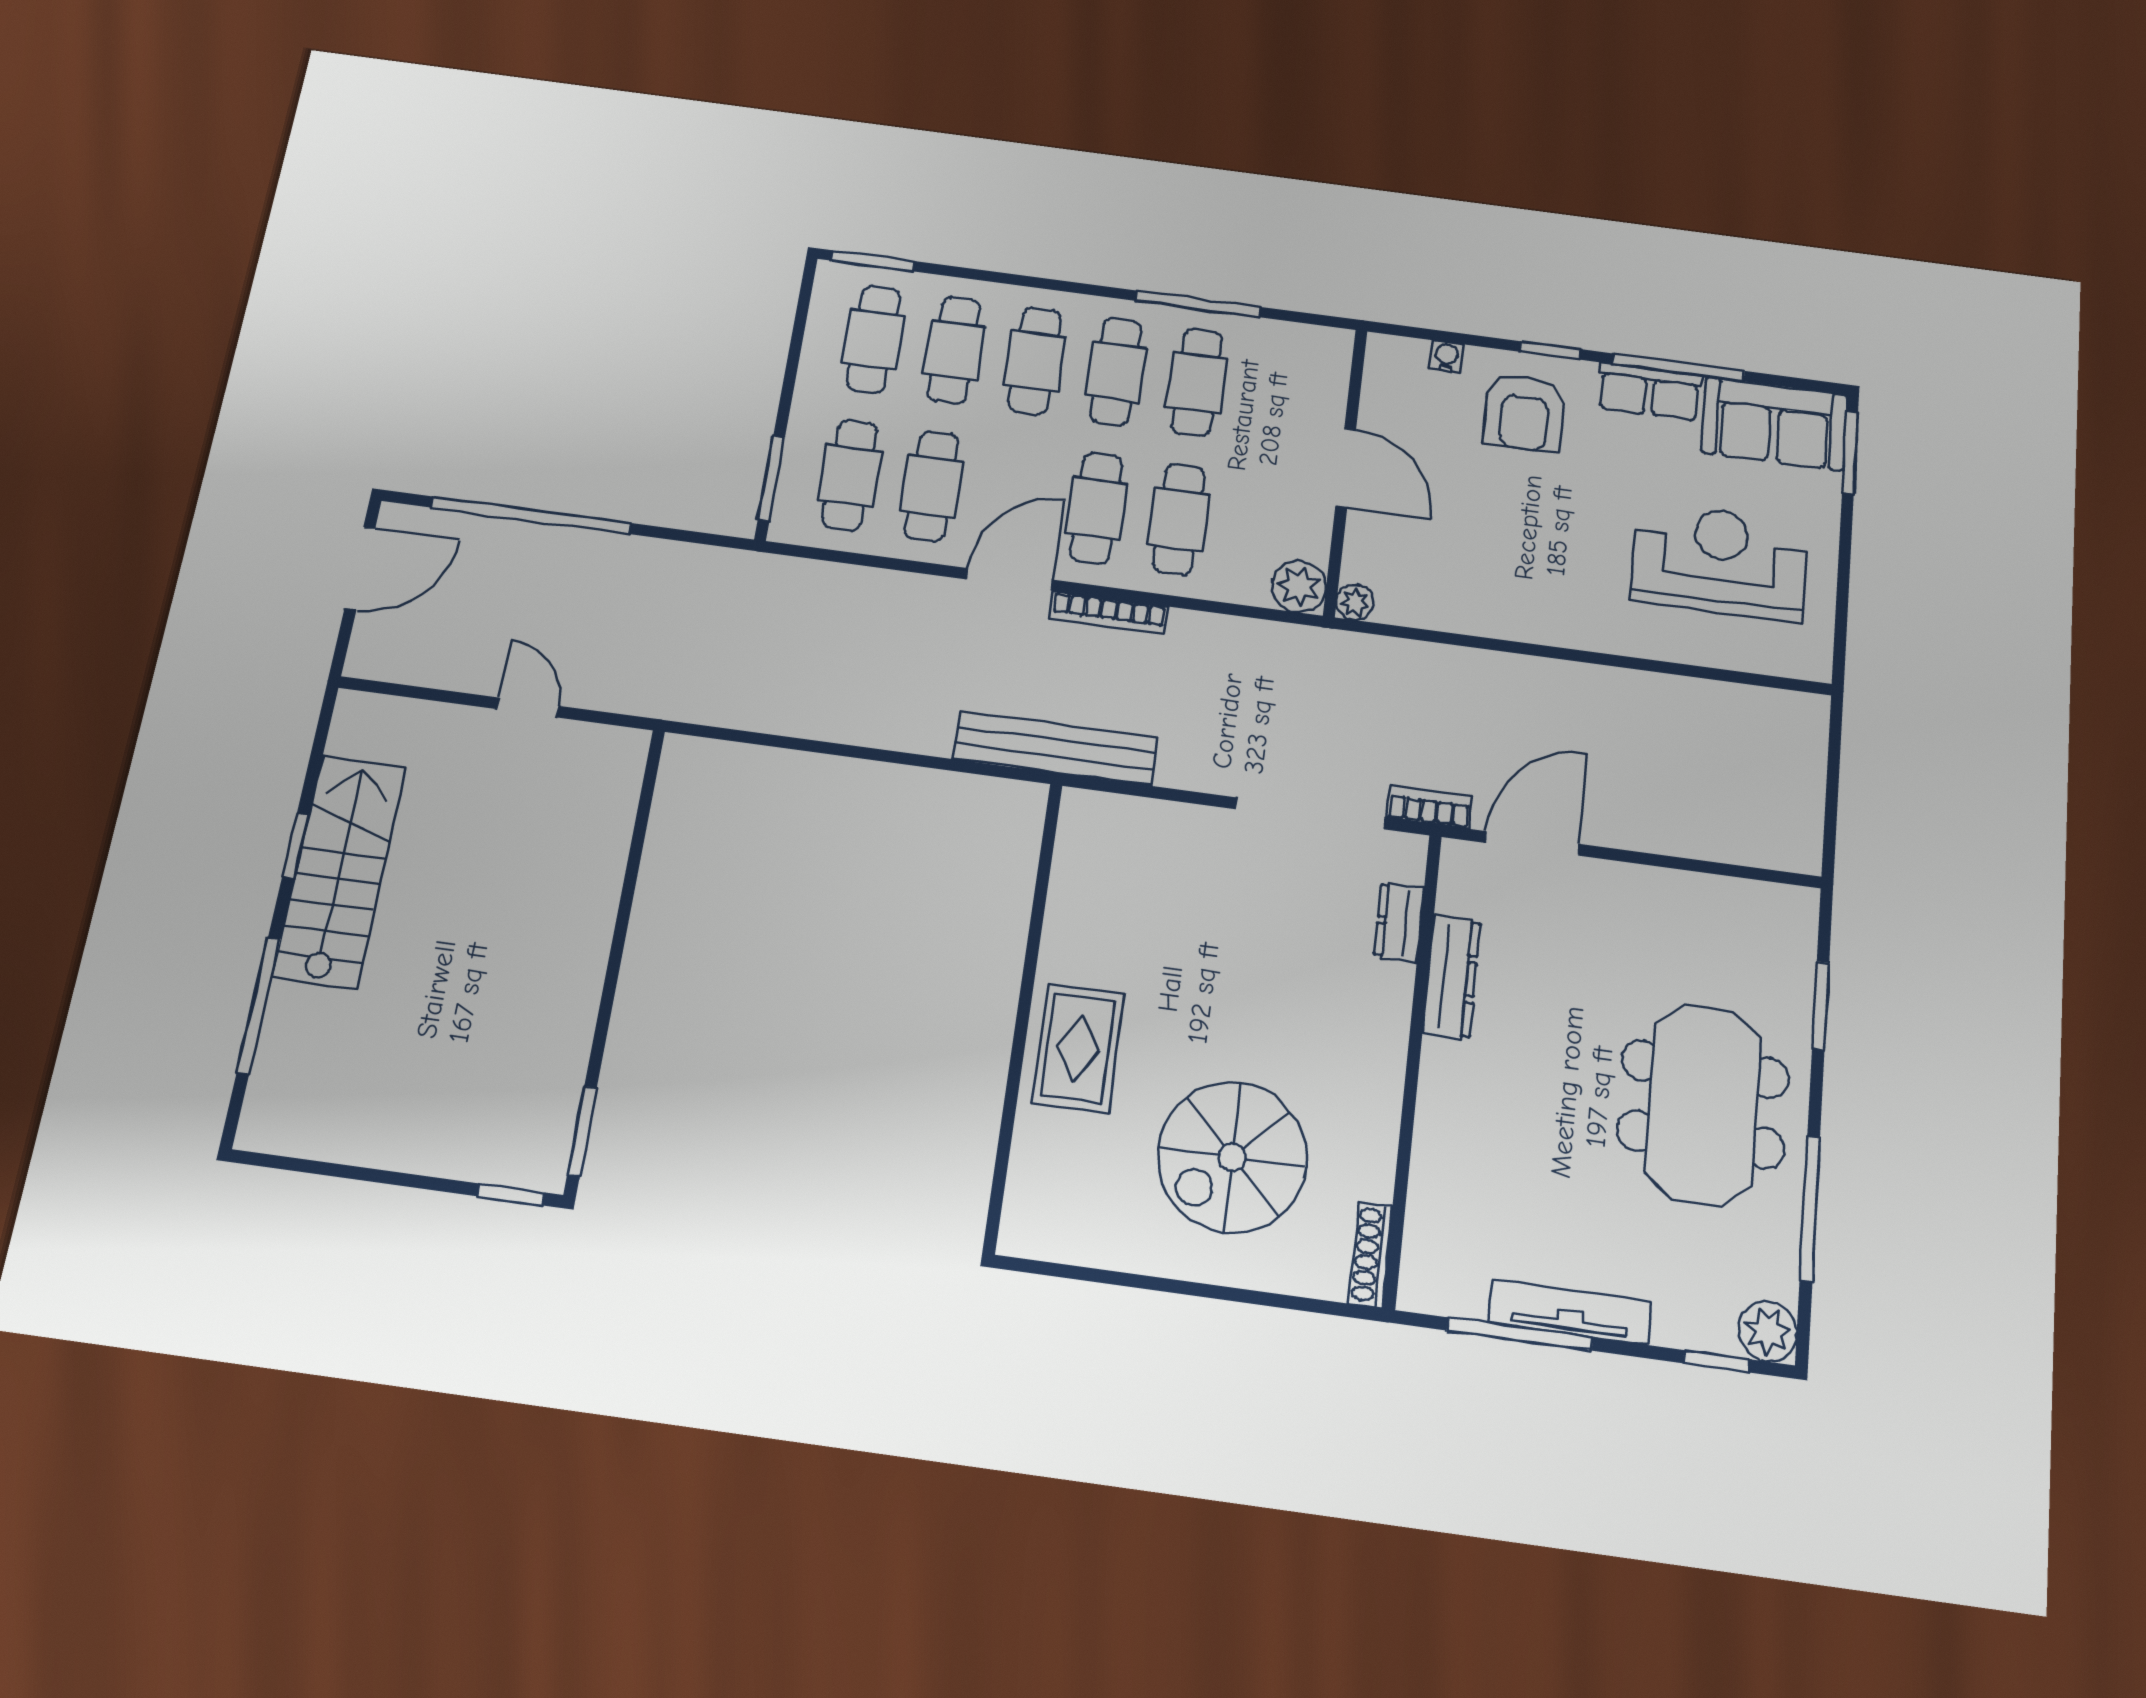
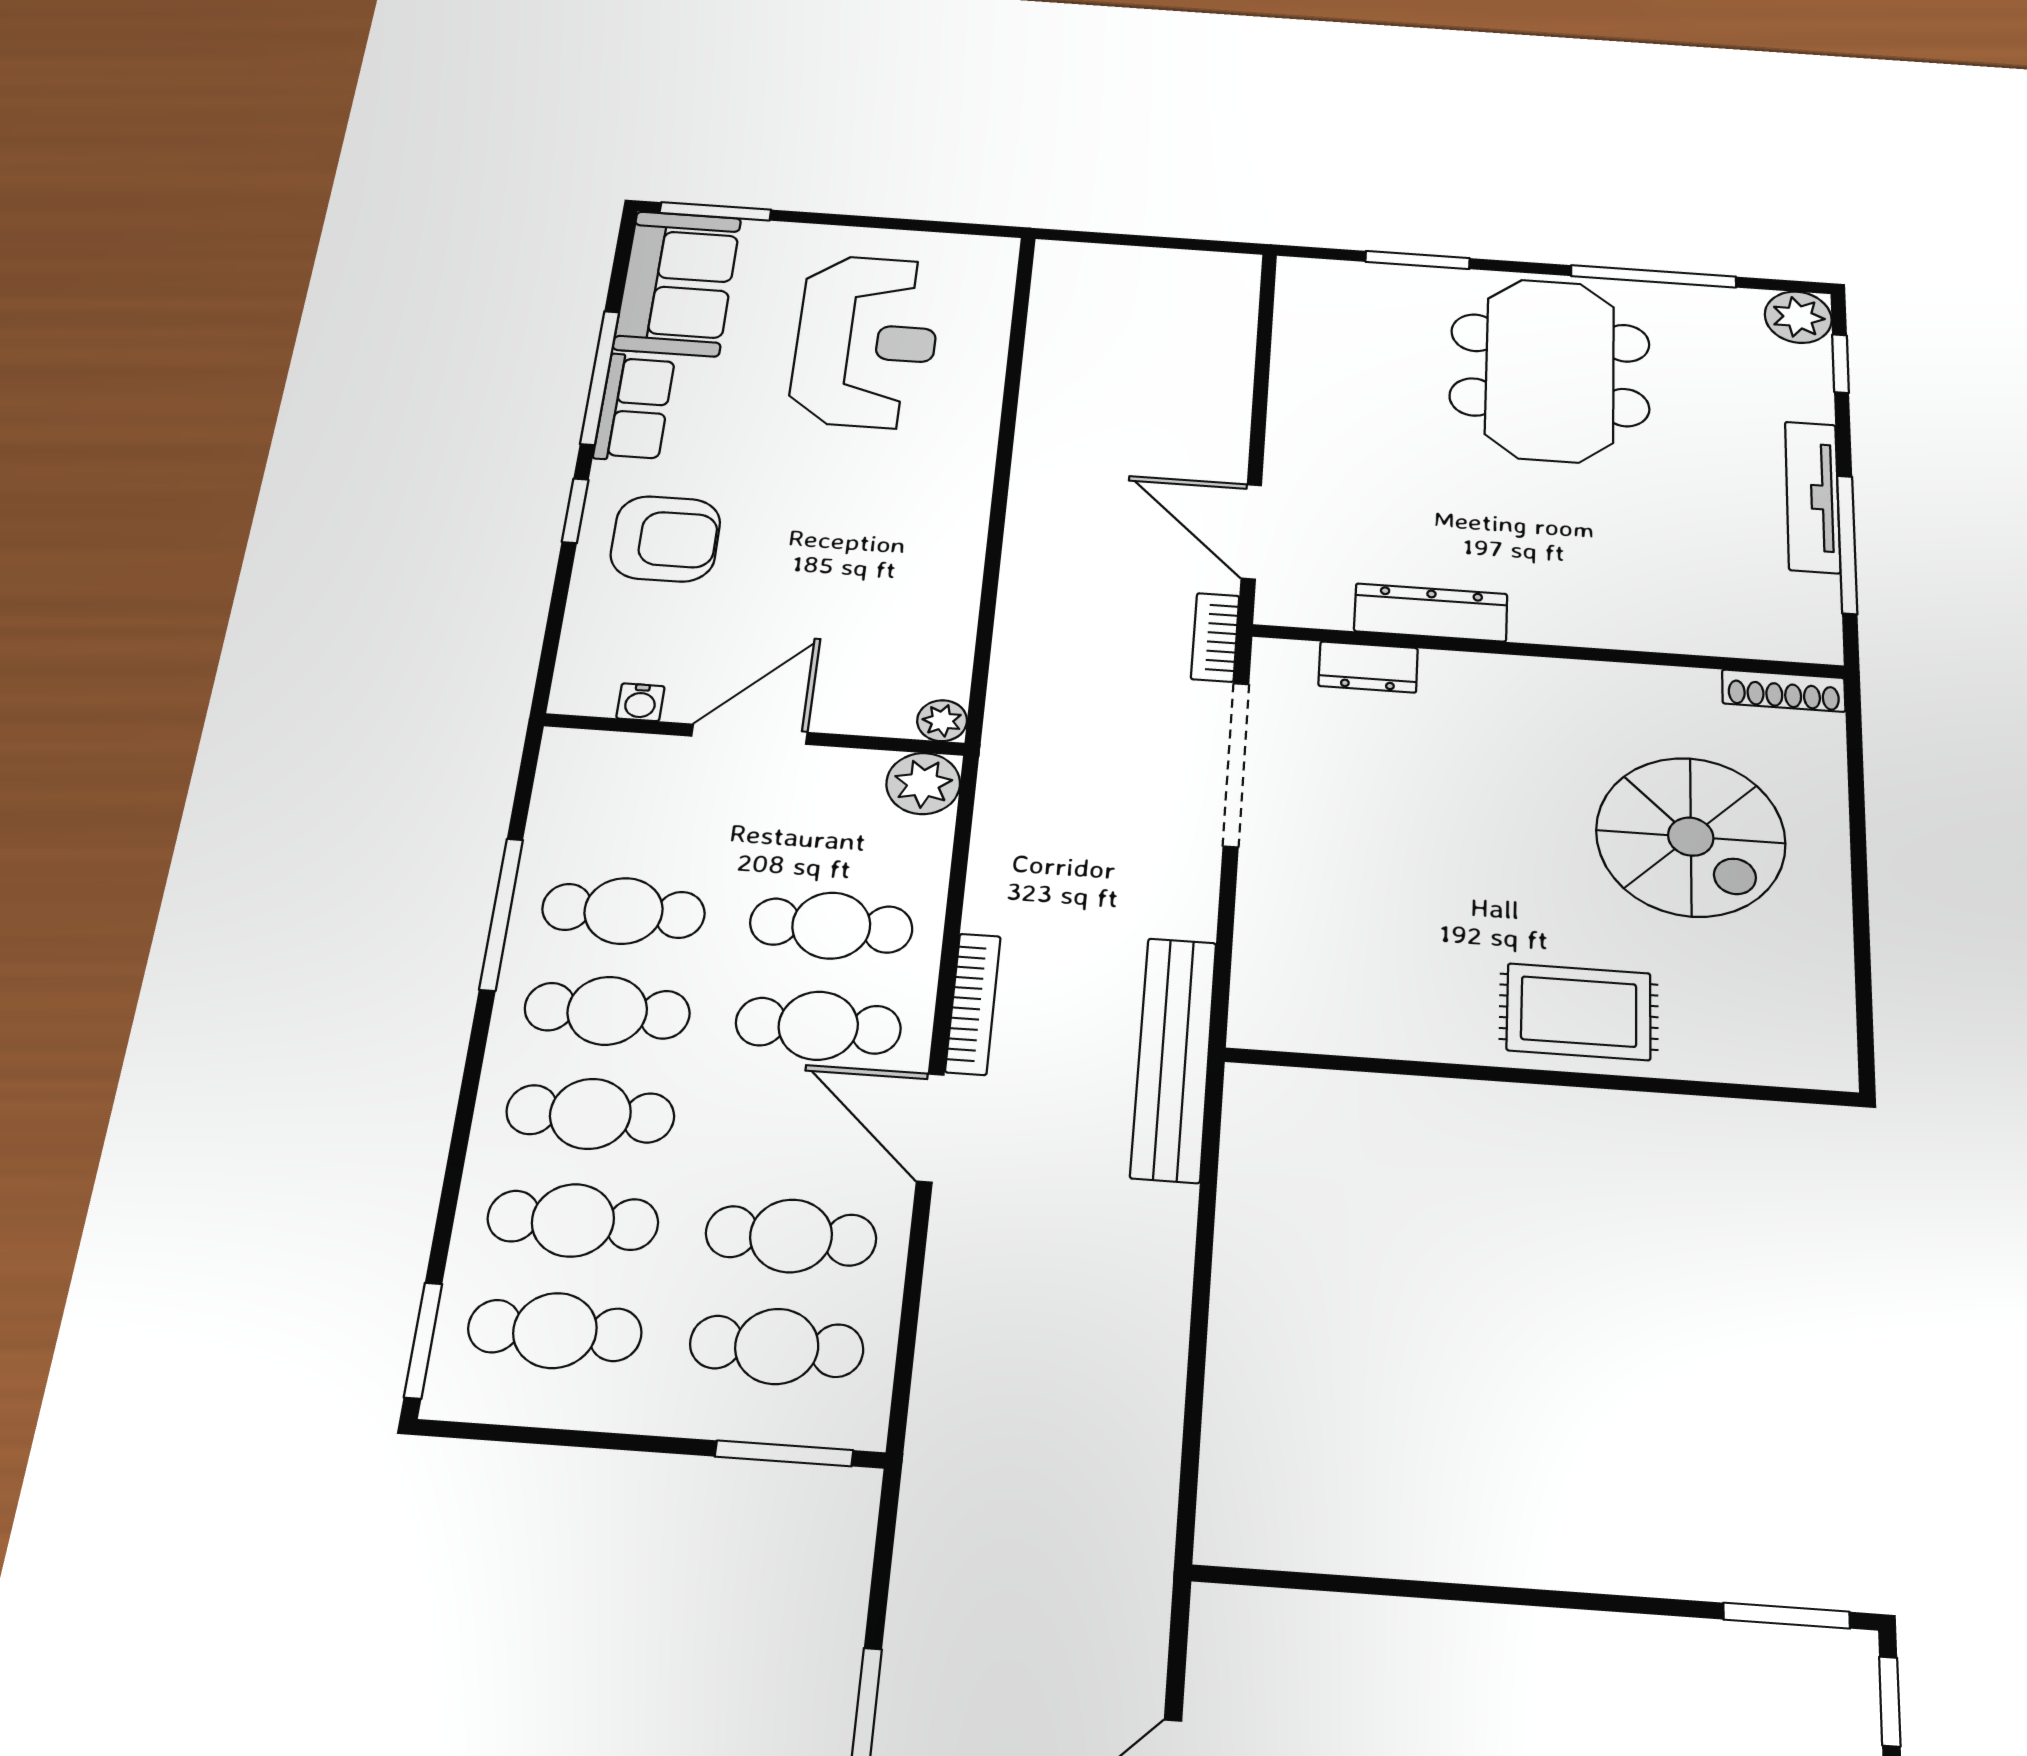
water cooler: (1446, 356) -> (640, 702), moved, turned -90
reception desk: (1720, 561) -> (866, 341), turned 180
meeting table: (1703, 1104) -> (1550, 370), turned 90

